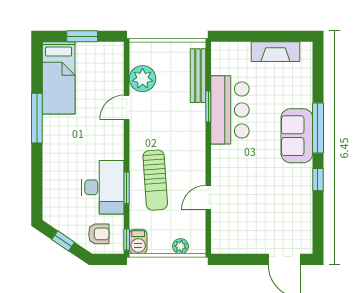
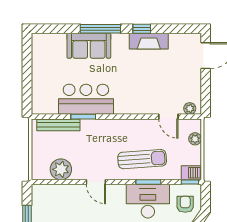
fireplace: (275, 52) -> (149, 41), moved, turned 90
door: (127, 107) -> (96, 182), moved
sofa: (297, 136) -> (89, 46), moved
door: (208, 198) -> (168, 117), moved
plant: (218, 240) -> (190, 108), added

